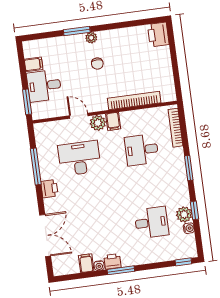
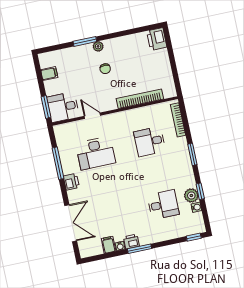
desk: (44, 86) -> (63, 107), moved
filing cabinet: (113, 121) -> (123, 118), removed
plant: (98, 123) -> (109, 121), removed
desk: (79, 158) -> (96, 153), turned 180

